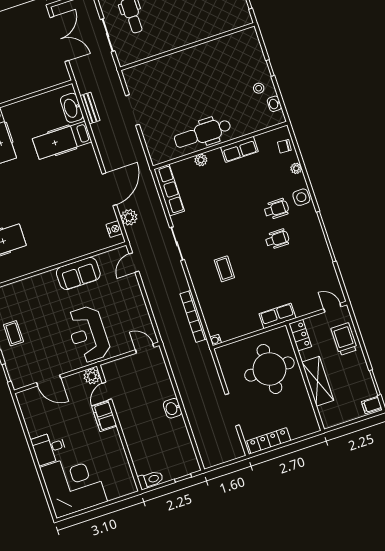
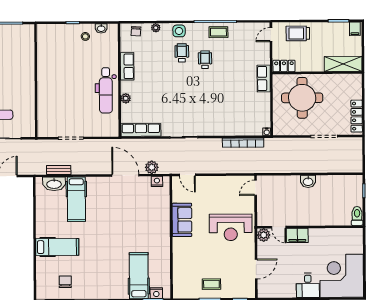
coffee table: (224, 269) -> (218, 32), moved
shelving: (318, 381) -> (343, 64), moved

